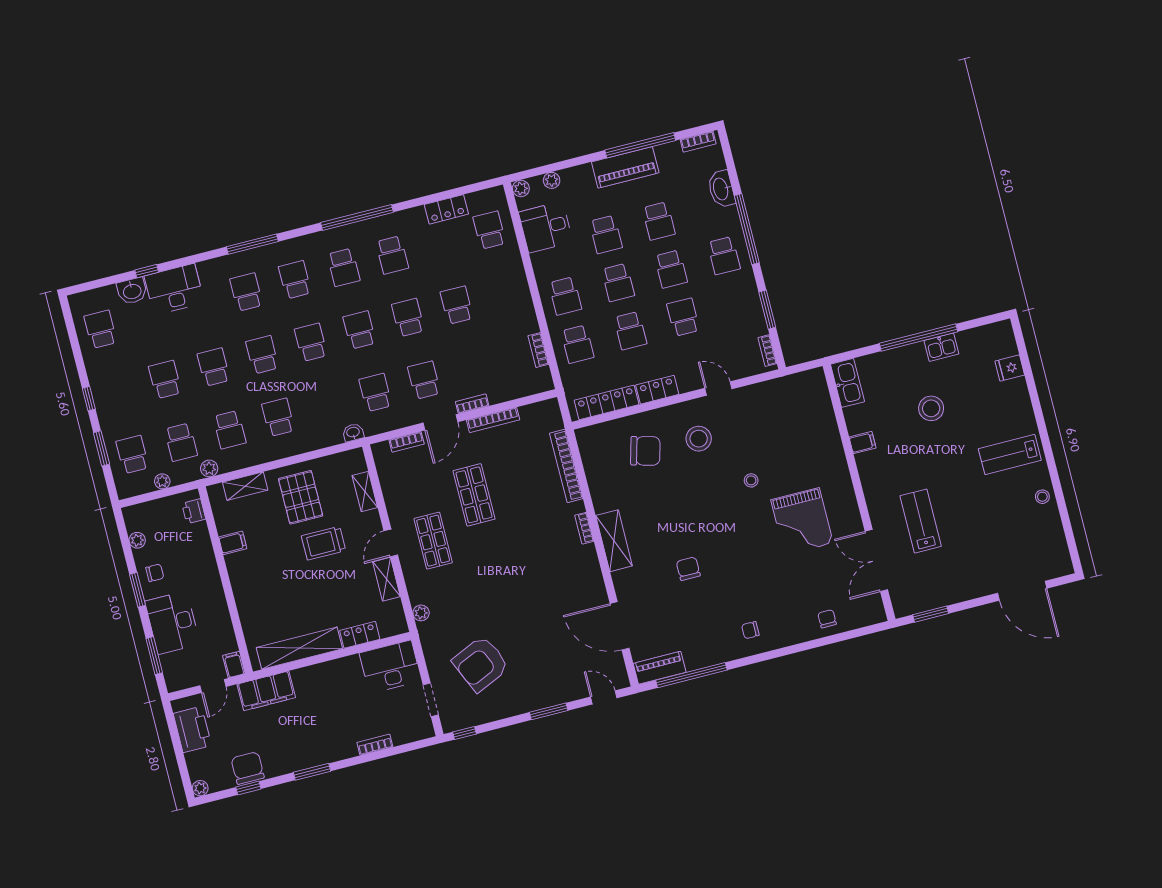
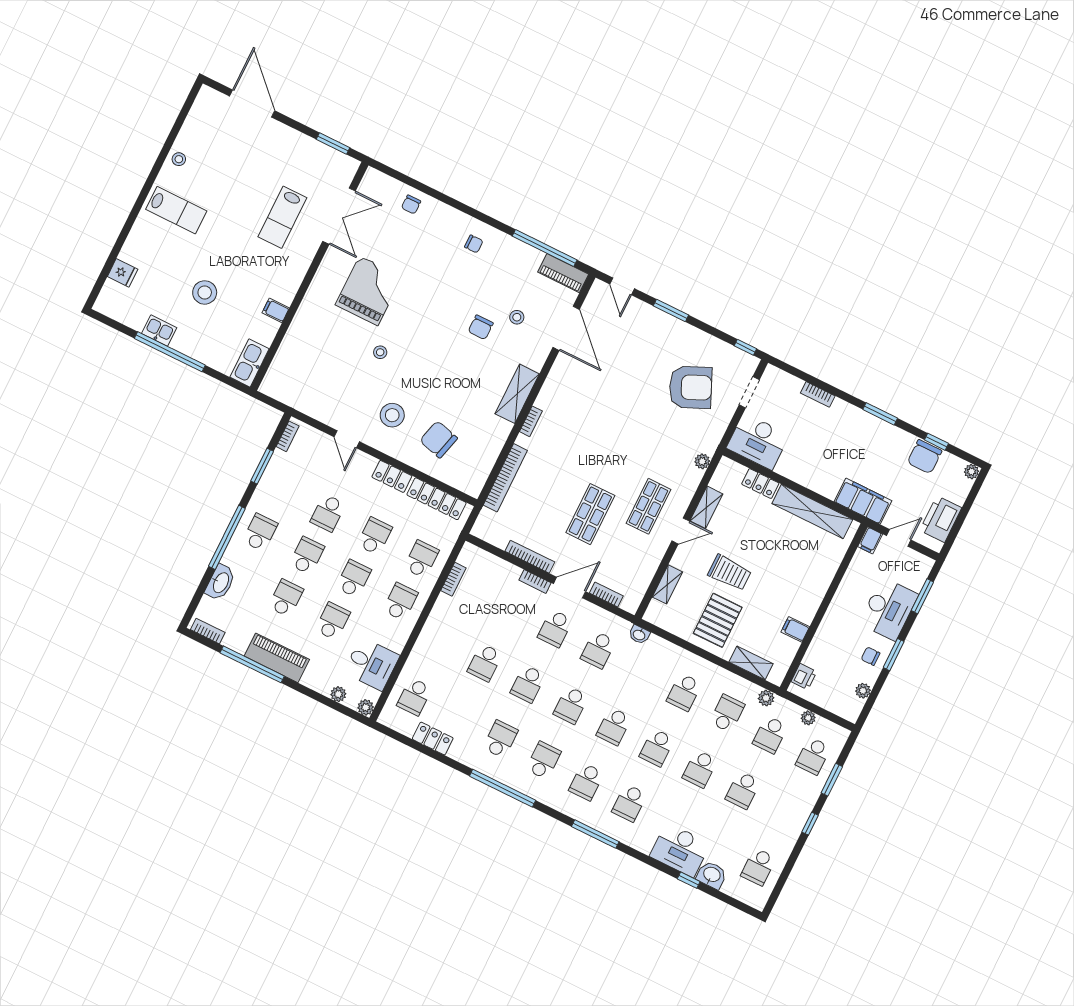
school desk: (181, 442) -> (770, 735), turned 180
stool: (666, 601) -> (517, 317), added

